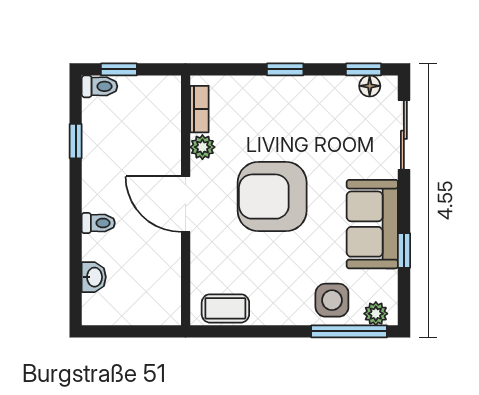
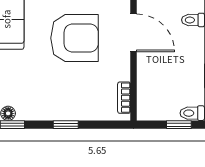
plant: (202, 147) -> (122, 72), removed

